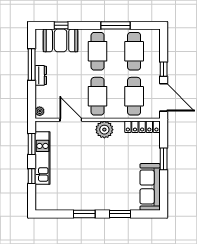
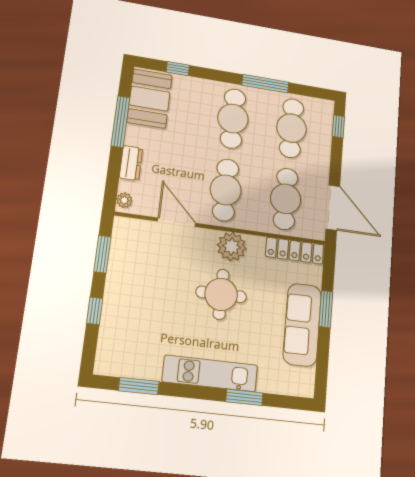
booth: (61, 40) -> (150, 99), moved, turned 90
window: (164, 69) -> (338, 126), moved
dresser: (41, 75) -> (131, 163), moved
kitchen unit: (43, 158) -> (210, 373), moved, turned -90
round table: (101, 158) -> (221, 294), added
sofa: (150, 187) -> (302, 325), moved
window: (84, 214) -> (139, 386), moved

